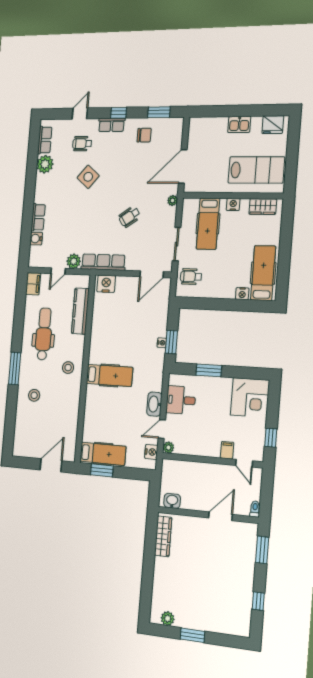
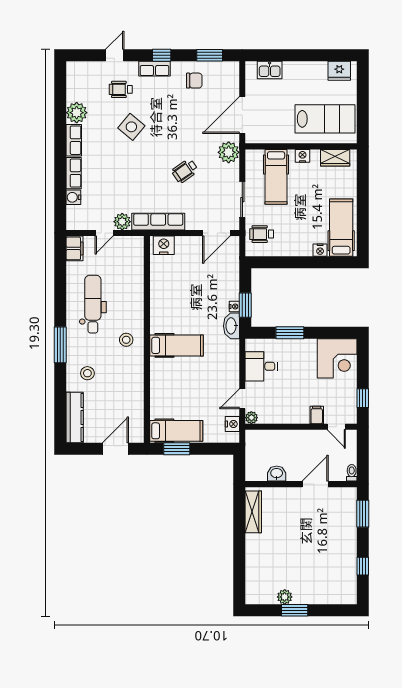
kitchen sink: (239, 124) -> (270, 70), moved
row of seats: (45, 140) -> (74, 140), moved
plant: (173, 200) -> (229, 152), width x1.87, depth x1.87
kitchen counter: (80, 311) -> (75, 418), moved, turned 180
washbasin: (154, 404) -> (231, 326), moved
washbasin: (172, 501) -> (277, 474), moved
plant: (168, 619) -> (285, 597), moved

